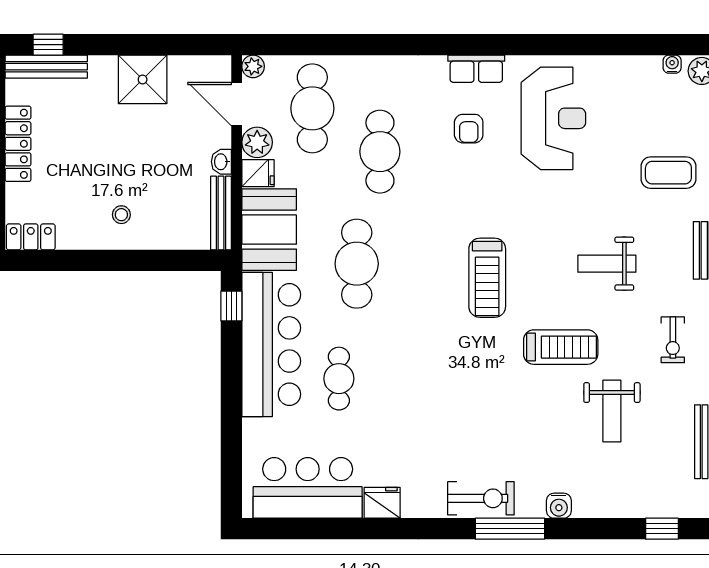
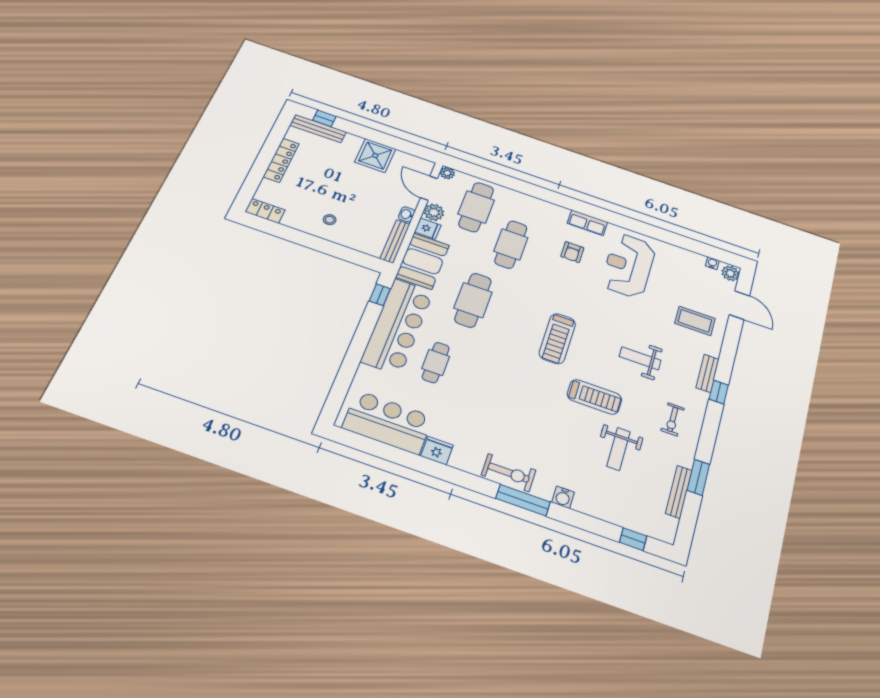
reception desk: (553, 118) -> (628, 266), turned 180

